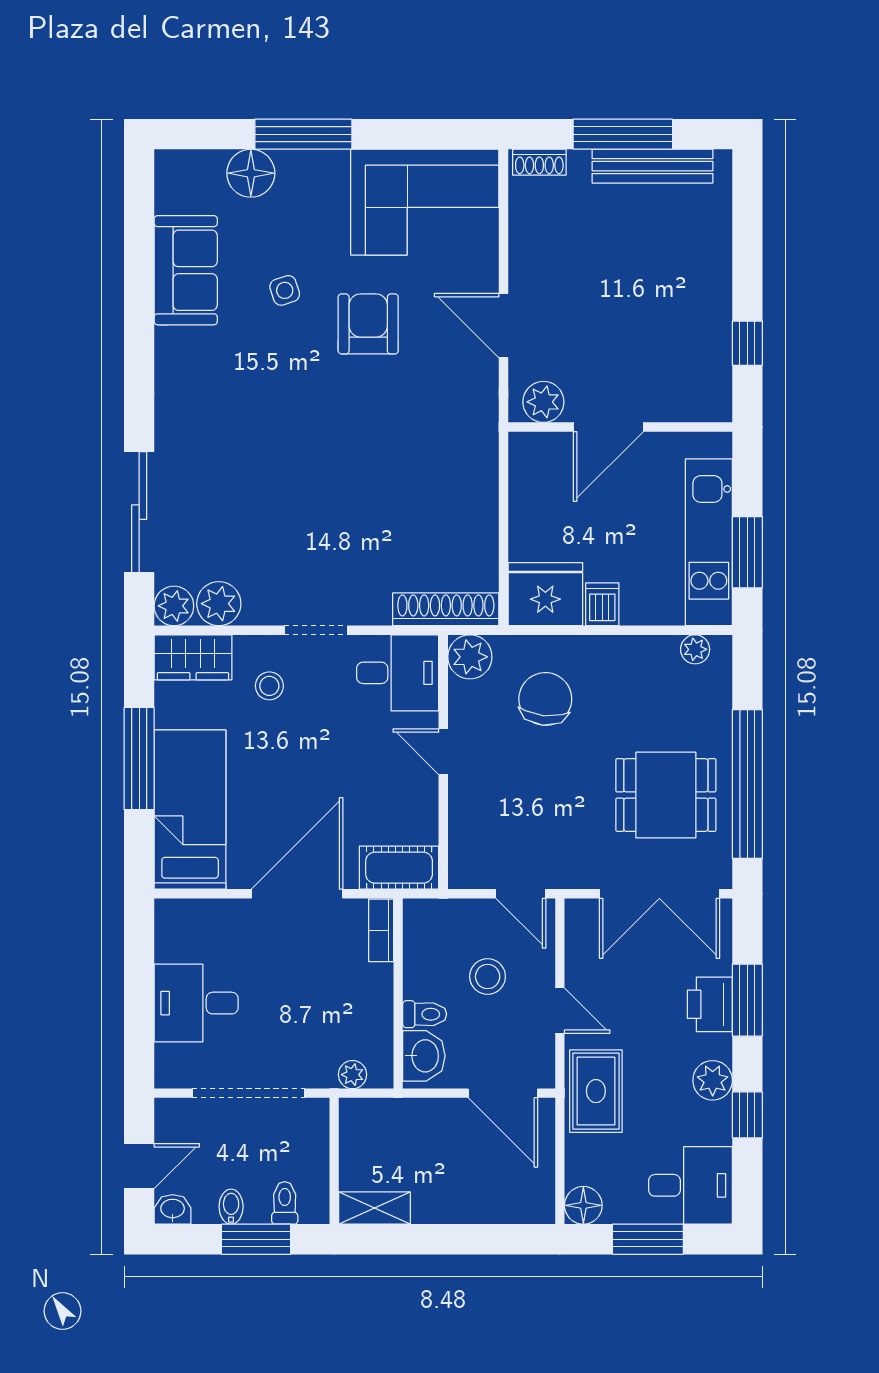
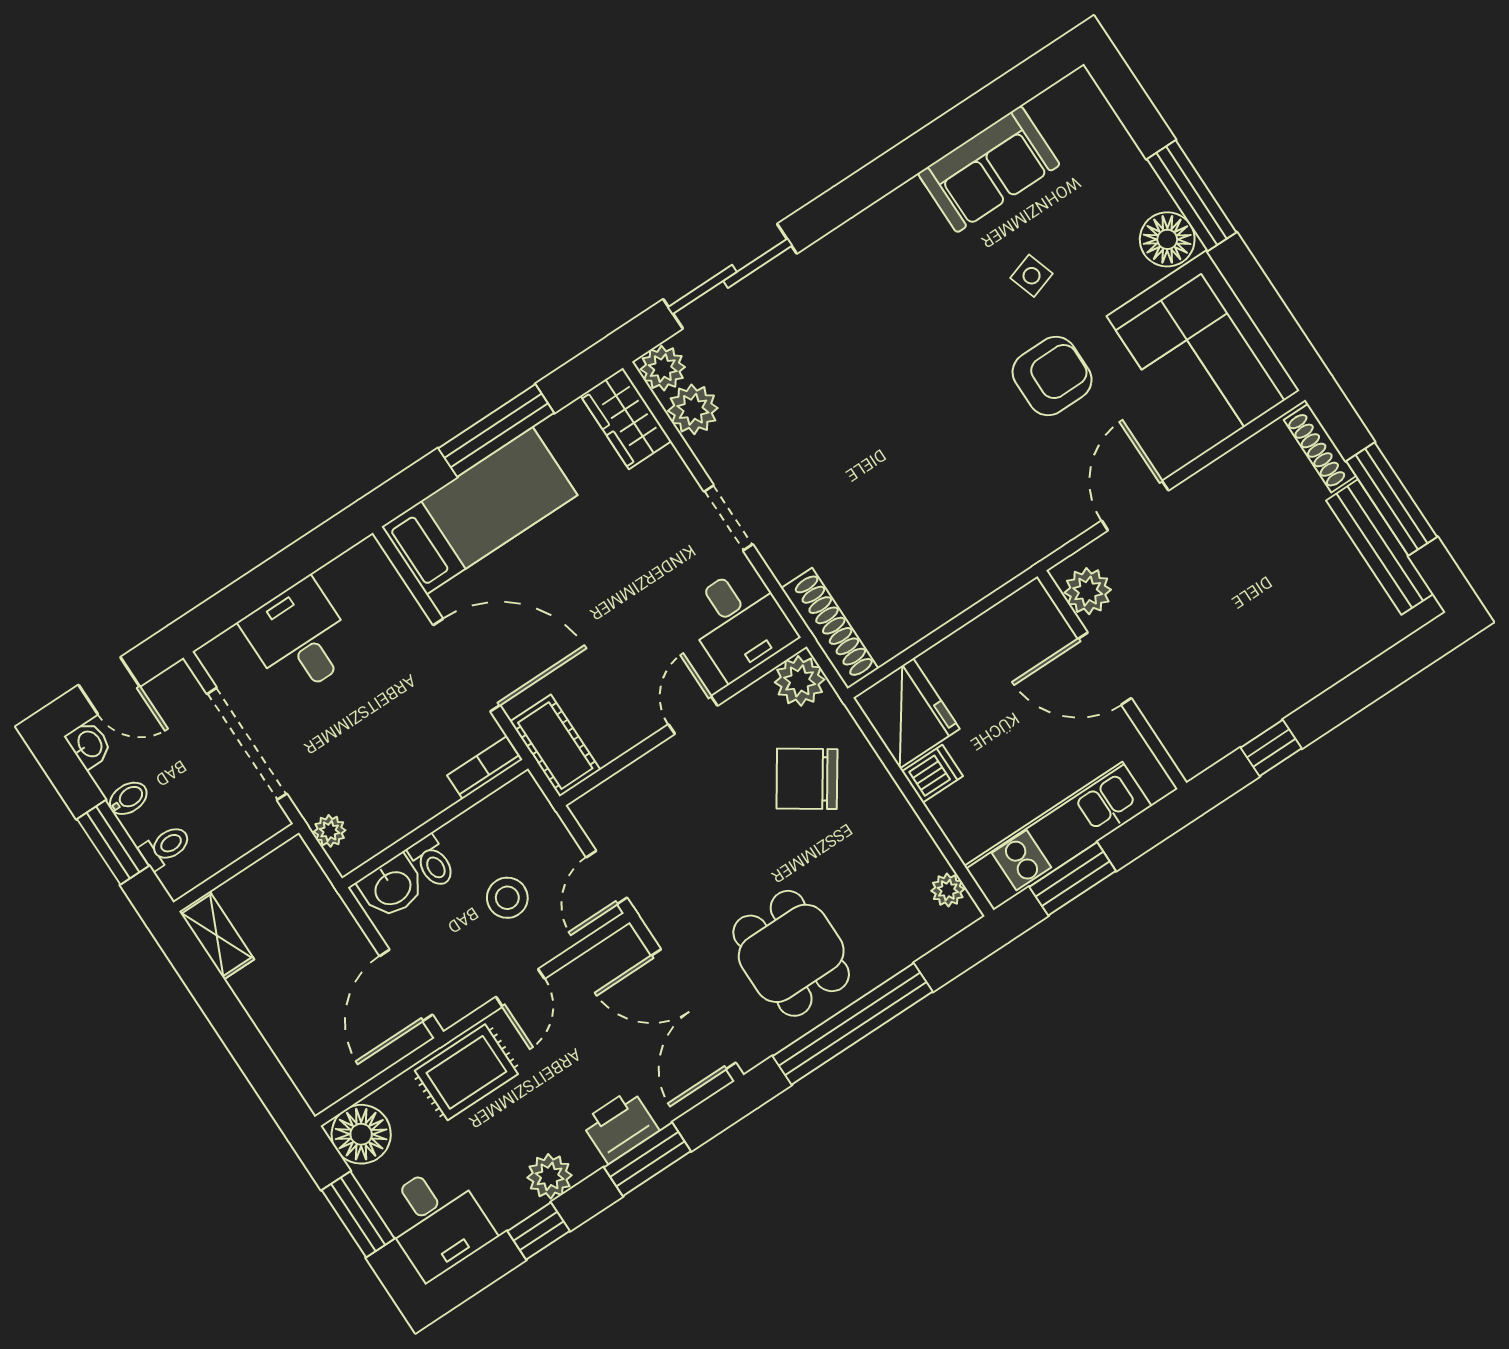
shoe rack: (539, 162) -> (1320, 448), width x1.43
floor lamp: (251, 173) -> (1167, 239), moved
stool: (269, 686) -> (647, 509), removed
chair: (545, 699) -> (807, 779), turned -152
floor lamp: (583, 1205) -> (361, 1134), width x1.38, depth x1.38

